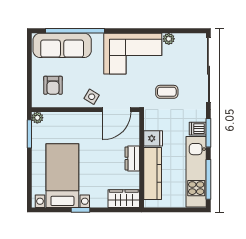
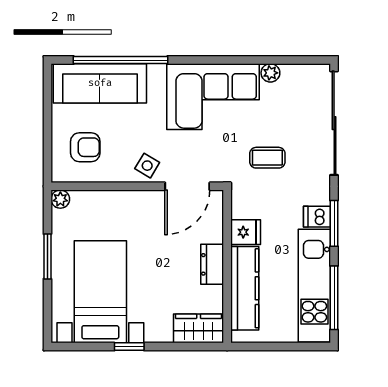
armchair: (53, 85) -> (85, 147), turned -90
window: (29, 134) -> (47, 256), moved

